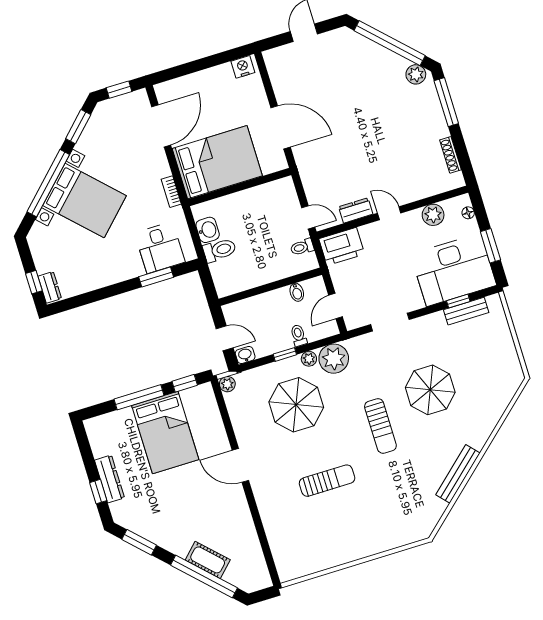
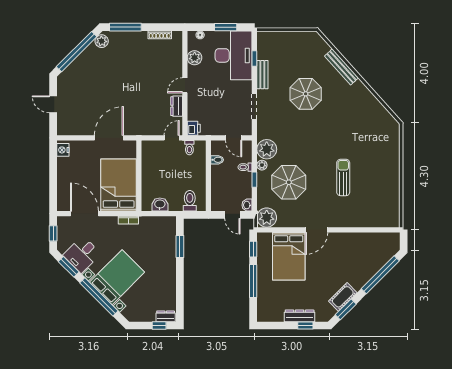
printer: (342, 246) -> (194, 128), width x0.53, depth x0.68
desk: (160, 247) -> (82, 254), moved, turned 135
toilet: (220, 250) -> (190, 201), moved
bench: (466, 311) -> (262, 75), moved
door: (225, 338) -> (232, 215), swing flipped
plant: (227, 384) -> (267, 218), width x1.88, depth x1.88
sun lounger: (380, 426) -> (319, 133), removed
bed: (165, 433) -> (289, 256), moved, turned 90
bench: (458, 474) -> (342, 67), moved
cot: (208, 560) -> (343, 297), moved

